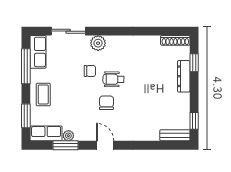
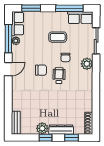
coffee table: (43, 94) -> (58, 37), moved
plant: (182, 101) -> (42, 128), added
window: (194, 121) -> (46, 138), moved
window: (66, 145) -> (8, 39), width x1.44

